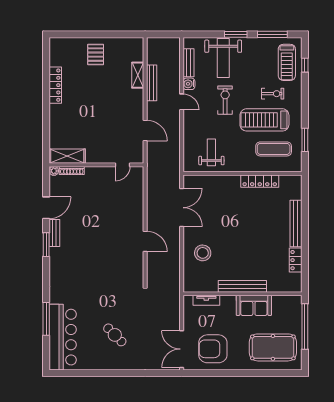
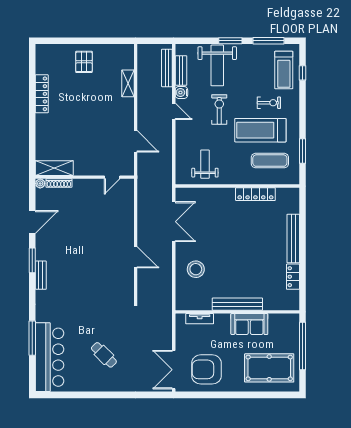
bench: (152, 83) -> (167, 68), moved
bench: (54, 233) -> (41, 275), moved

